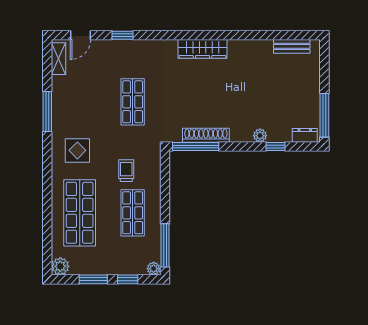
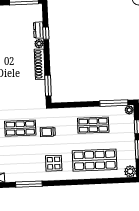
shoe rack: (206, 135) -> (40, 64), moved
dresser: (305, 135) -> (38, 30), moved
window: (196, 147) -> (48, 86), width x0.69
trolley: (126, 171) -> (48, 132), moved

